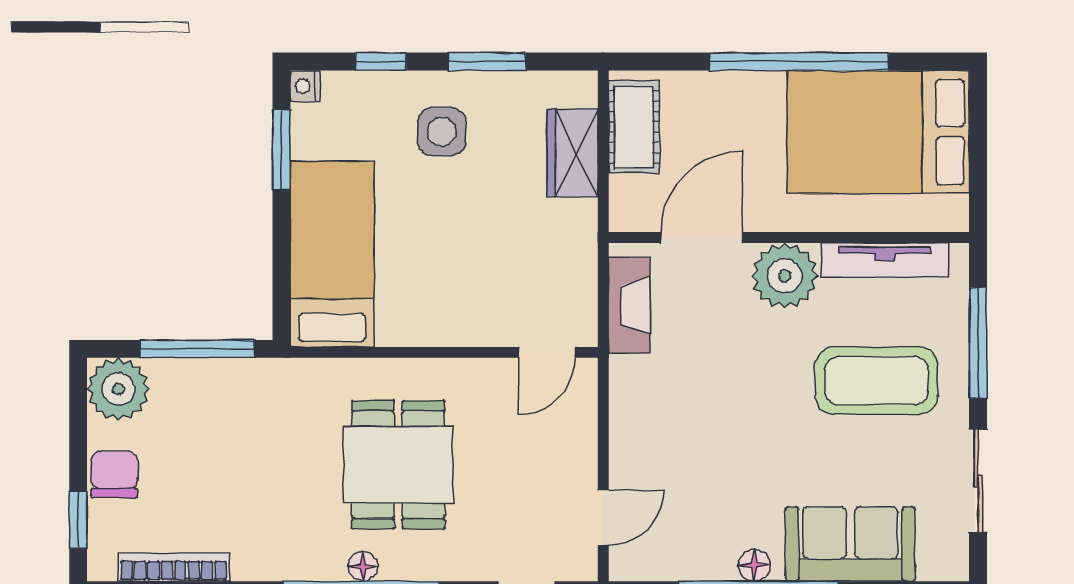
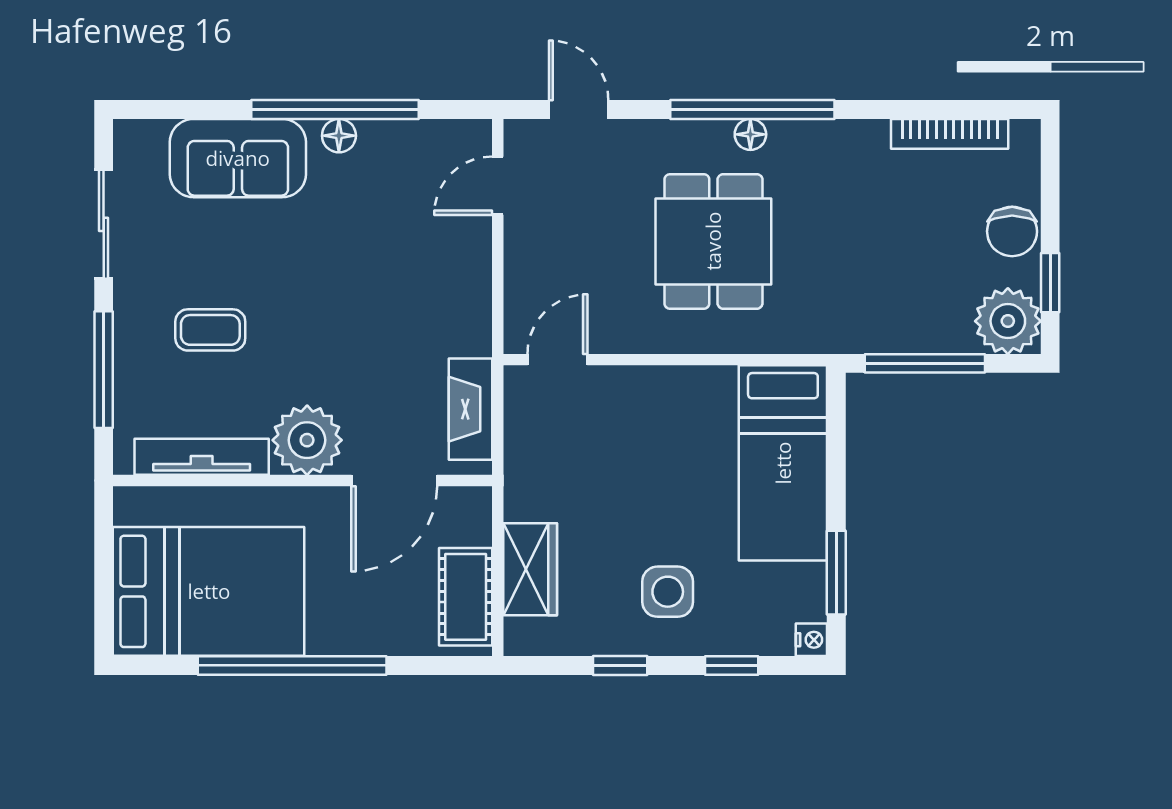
window: (487, 62) -> (620, 665), width x0.67
coffee table: (877, 381) -> (210, 330), width x0.54, depth x0.58
window: (78, 520) -> (1050, 283), moved

